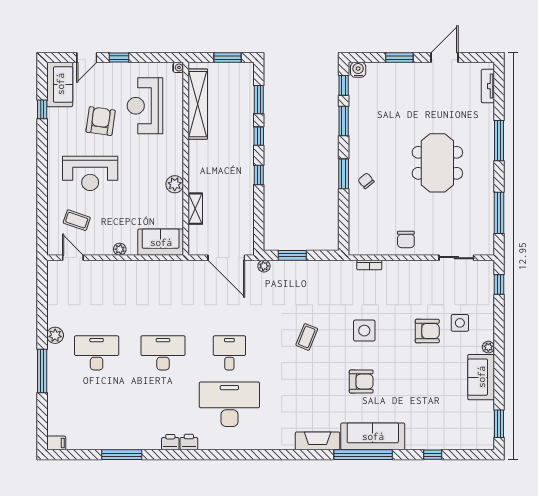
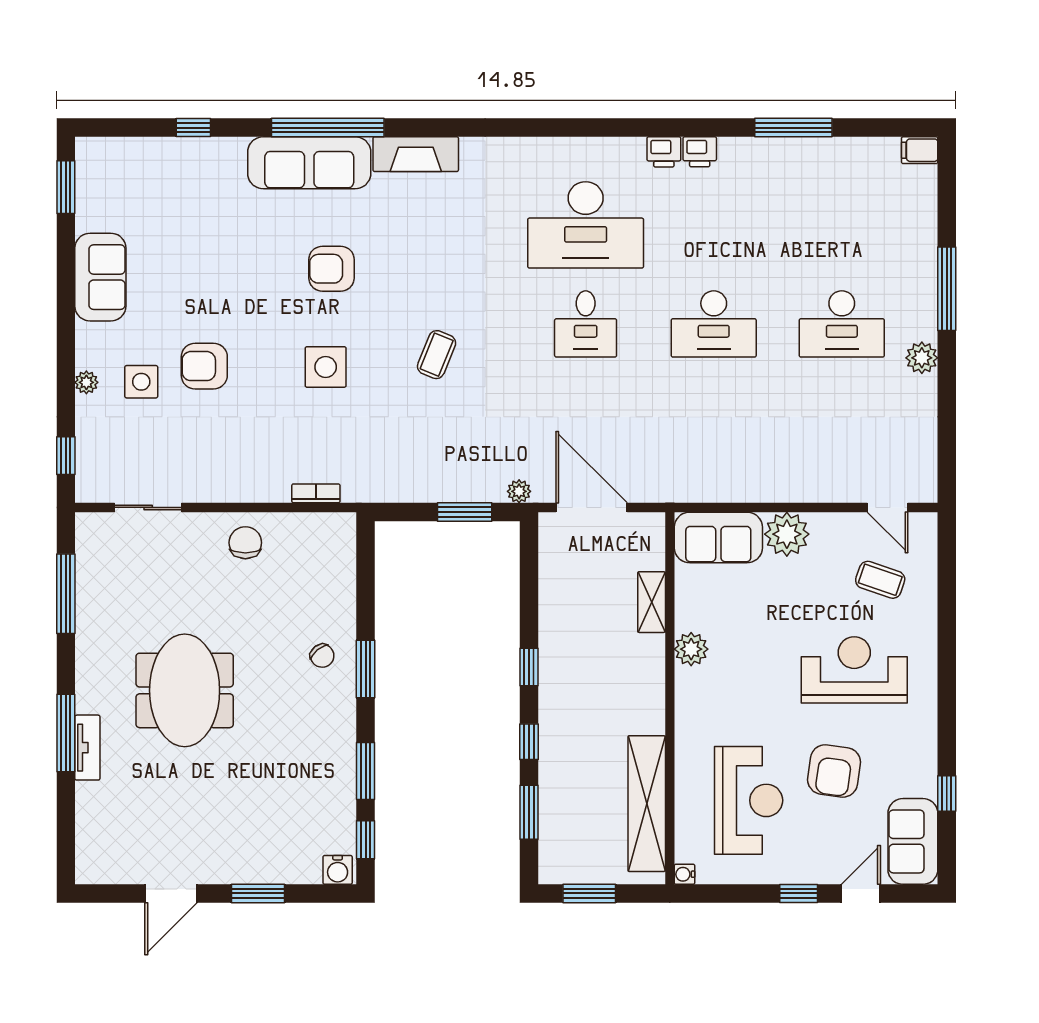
tv unit: (488, 86) -> (87, 748), moved
plant: (120, 249) -> (787, 534), width x1.87, depth x1.87
plant: (488, 347) -> (86, 382), moved

